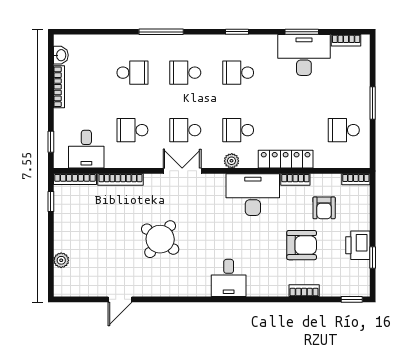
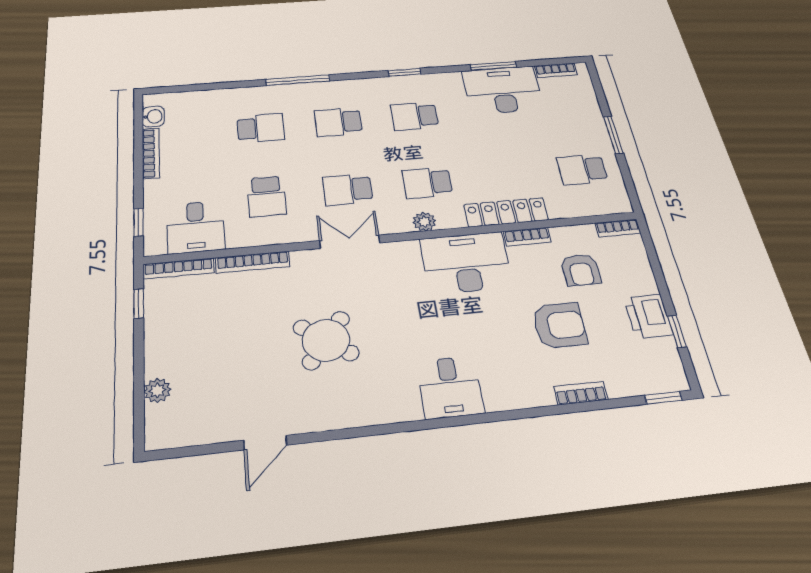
school desk: (132, 130) -> (267, 196), turned -90

